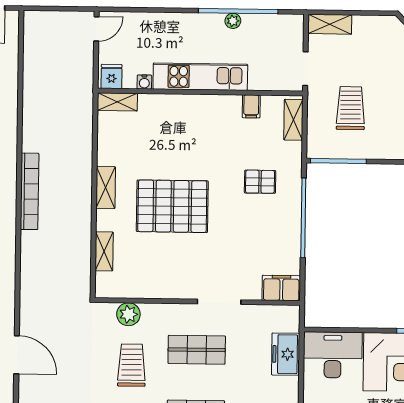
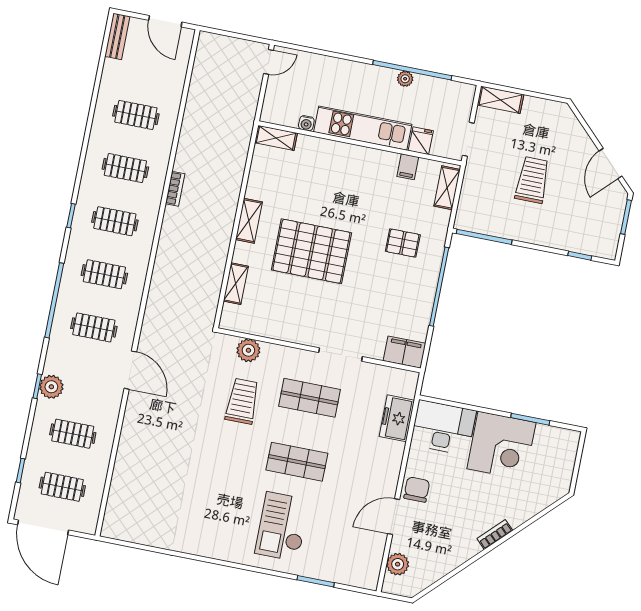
fridge: (112, 76) -> (421, 141), moved
trolley: (351, 108) -> (532, 180), moved
bookcase: (30, 191) -> (175, 189), width x0.43, depth x0.76

